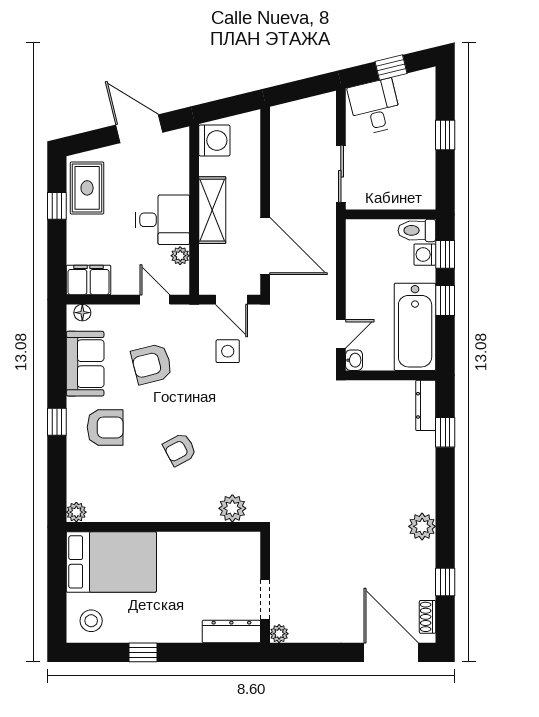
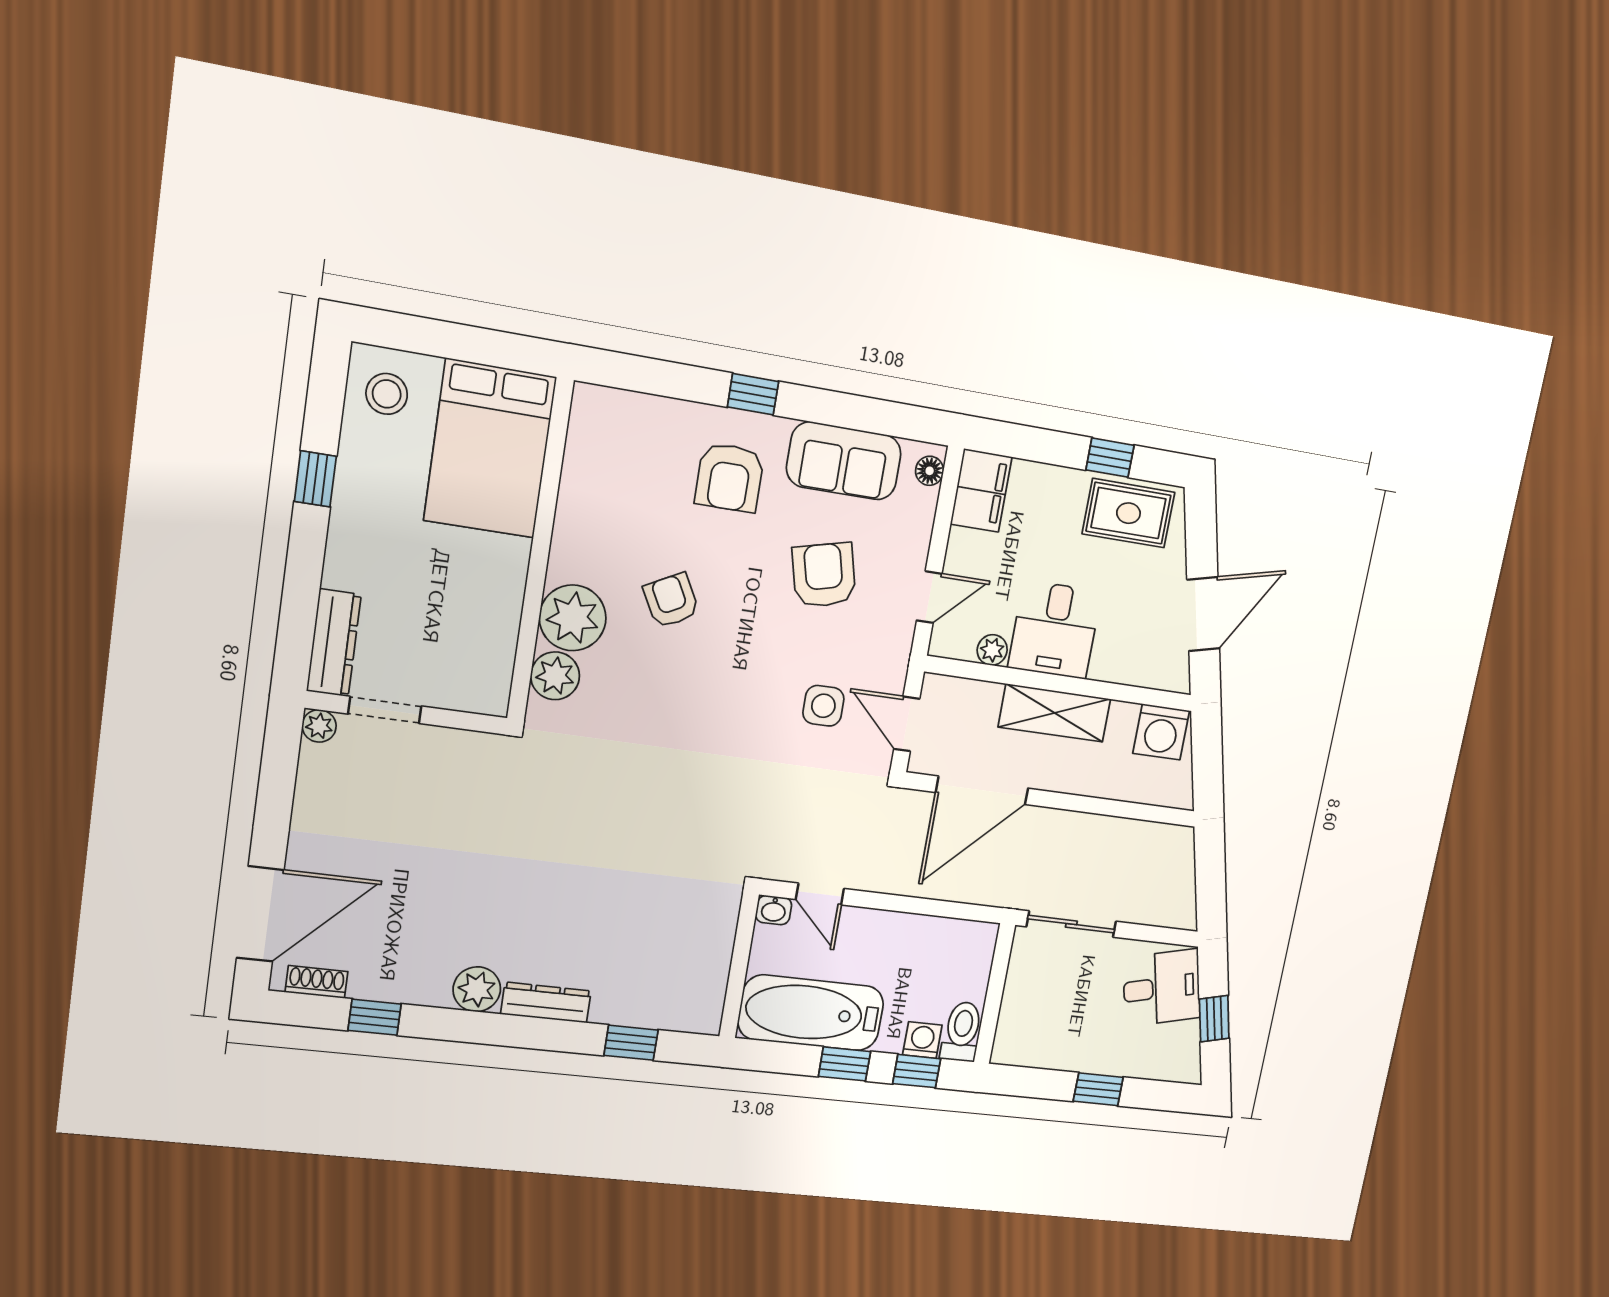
door: (231, 300) -> (907, 724), hinge flipped
dresser: (426, 405) -> (546, 1002), moved
plant: (76, 512) -> (573, 618), moved, width x1.87, depth x1.87

